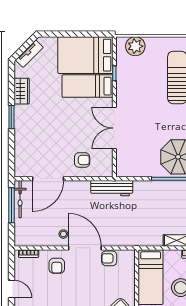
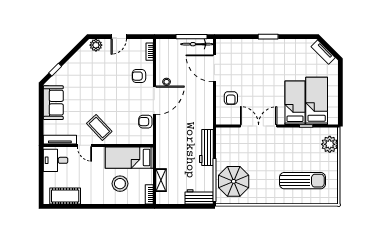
bed: (85, 55) -> (317, 101), width x0.67
wardrobe: (22, 91) -> (291, 46), removed
workbench: (112, 188) -> (206, 147), moved
armchair: (109, 258) -> (145, 122), turned -90

